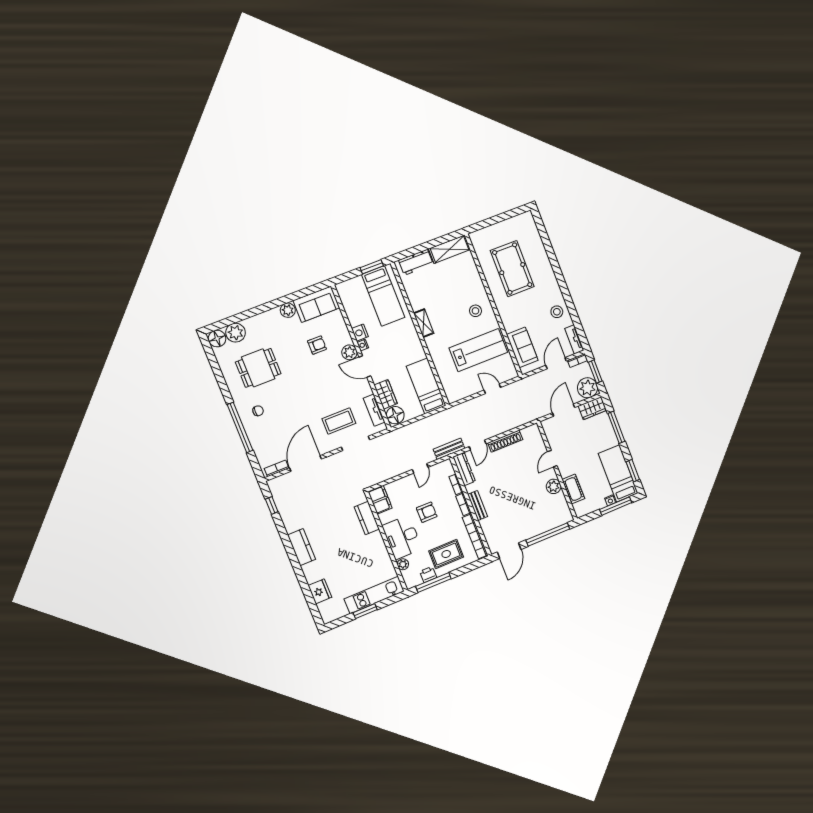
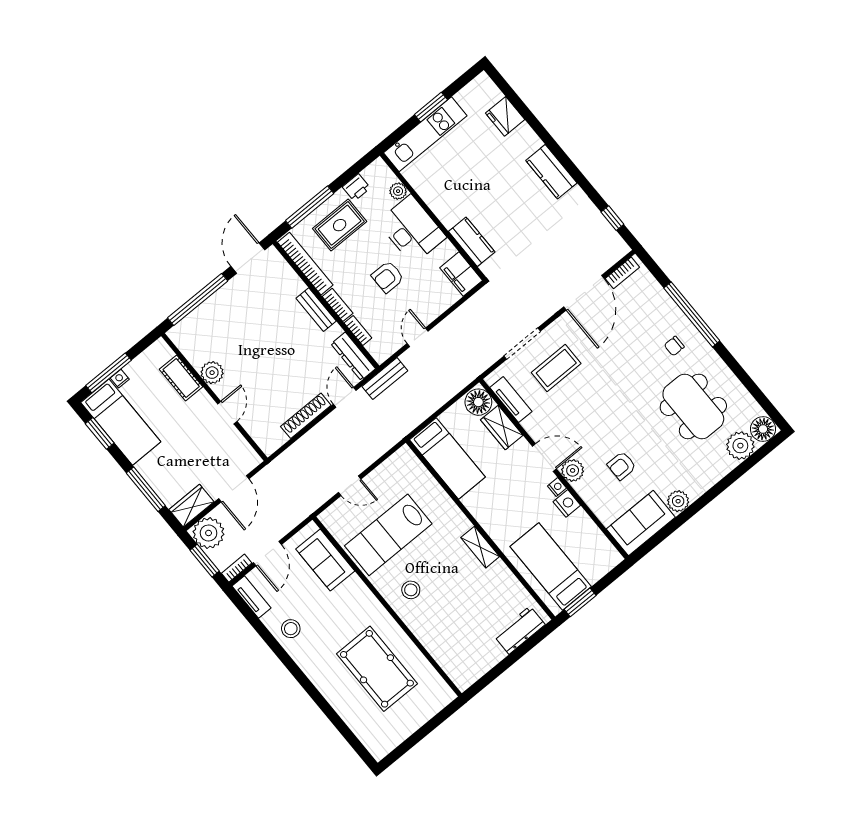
shelving: (449, 249) -> (477, 665), removed
dining table: (258, 368) -> (693, 406), width x1.37
window: (433, 582) -> (310, 207), moved

